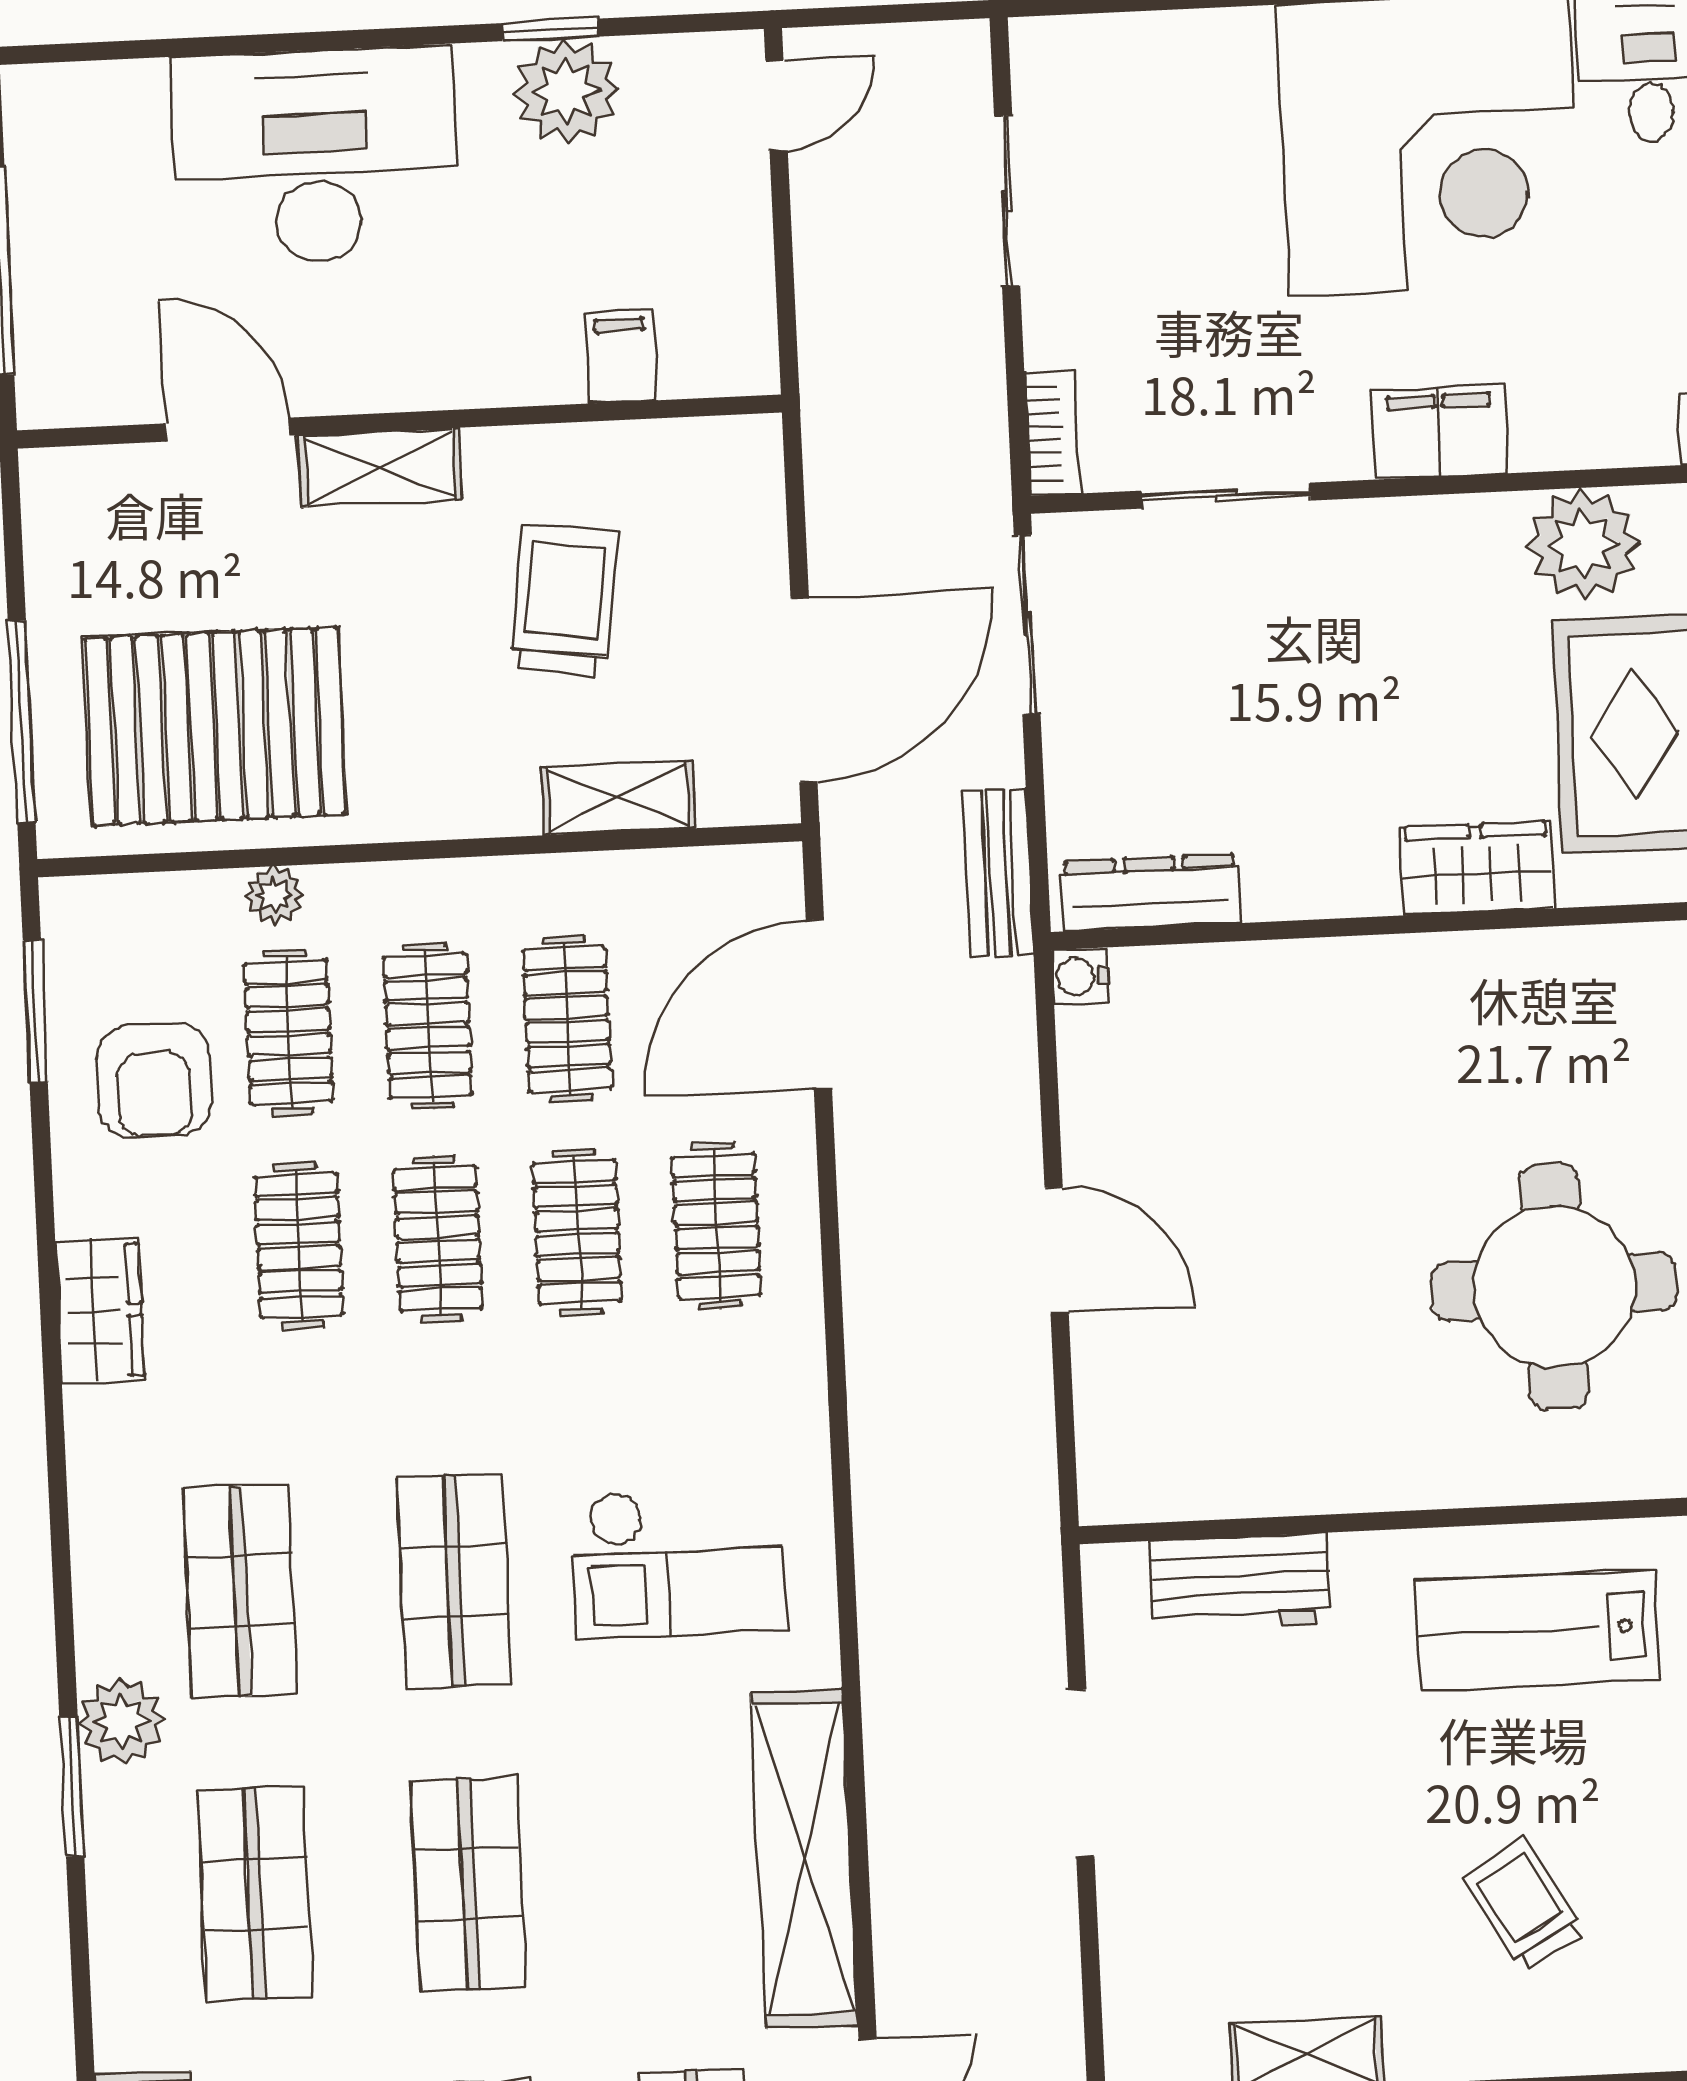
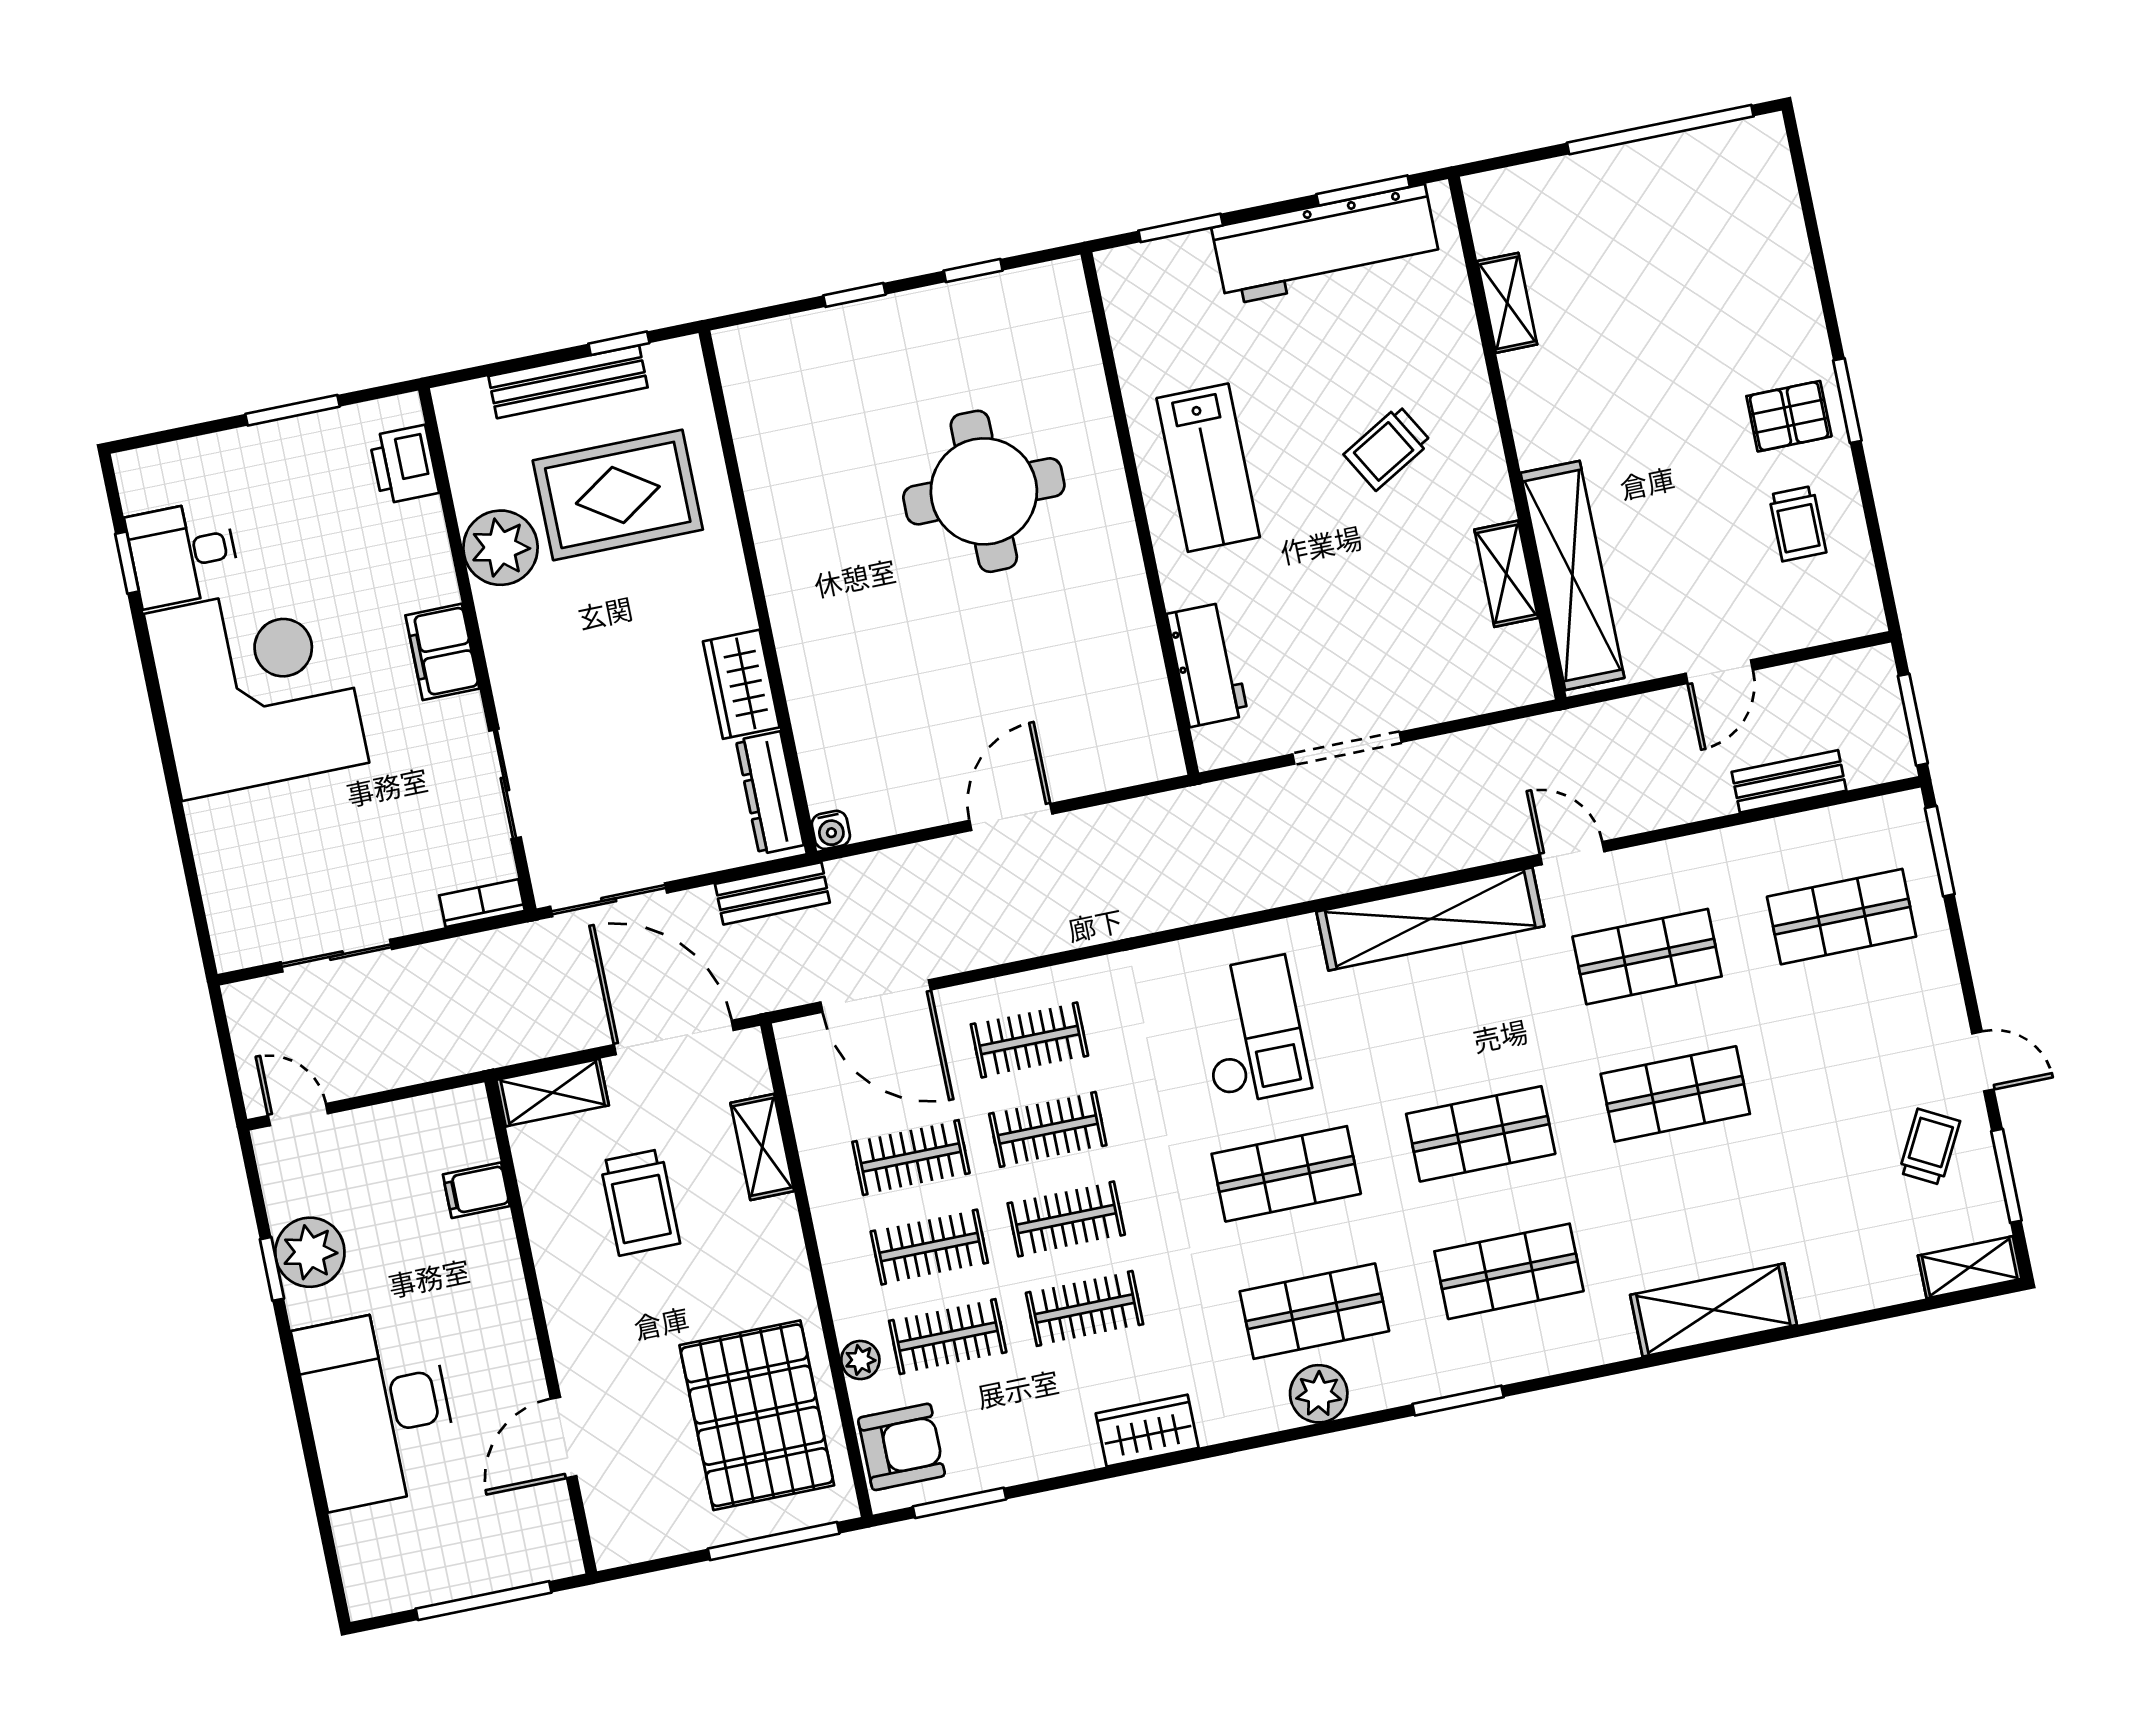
shelving: (380, 468) -> (553, 1093), moved, turned 90
trolley: (564, 600) -> (640, 1202), turned -98
wardrobe: (1477, 868) -> (741, 684), moved
armchair: (154, 1080) -> (901, 1447), moved
plant: (122, 1721) -> (1319, 1394), moved

